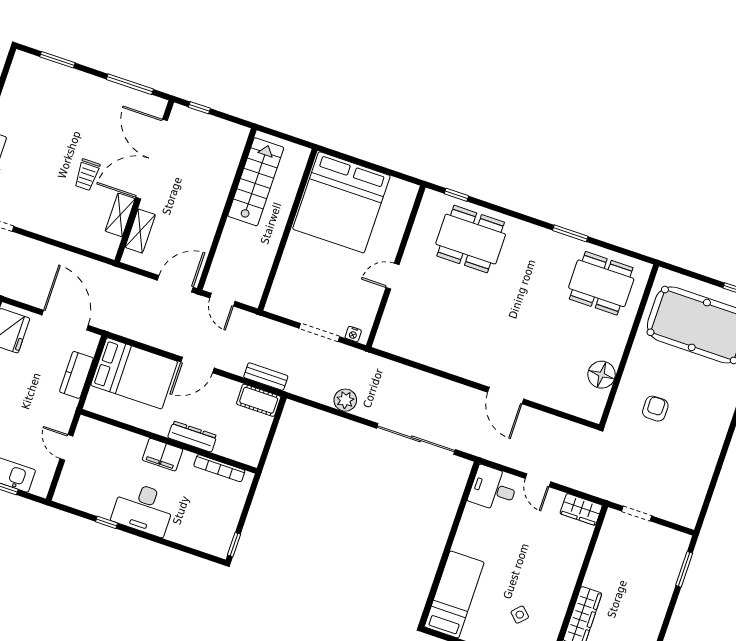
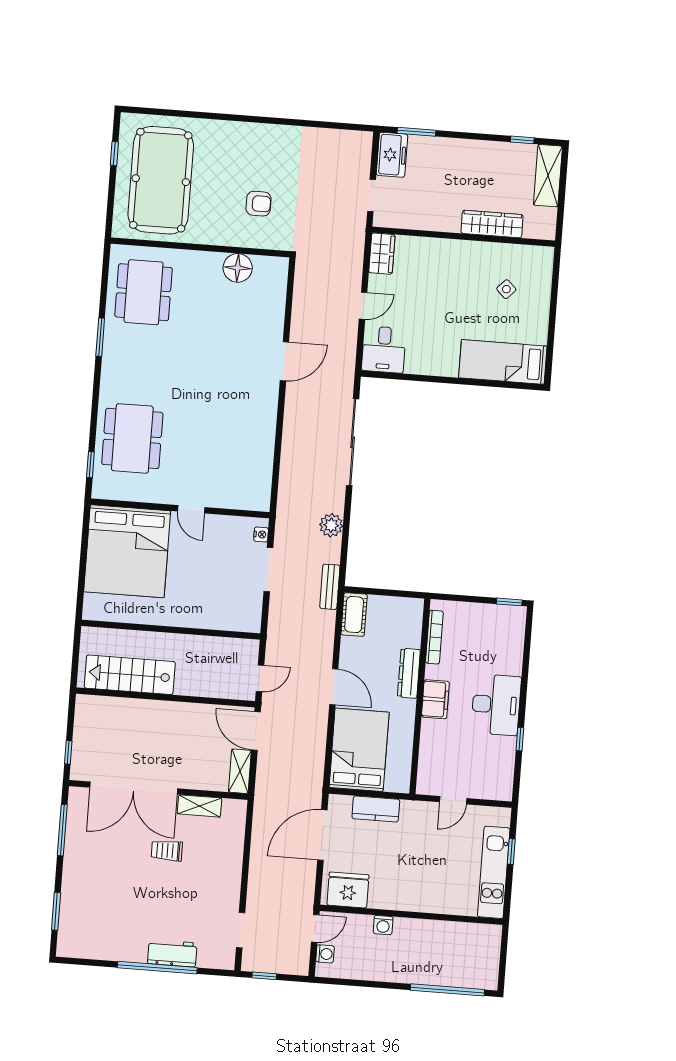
trolley: (87, 175) -> (167, 851), turned 180
bed: (341, 202) -> (127, 551), moved, turned 90
shelving: (140, 231) -> (240, 771), moved, turned 90
bench: (266, 377) -> (330, 587), moved
armchair: (655, 409) -> (258, 204), turned 180
freezer: (669, 542) -> (392, 155), added

